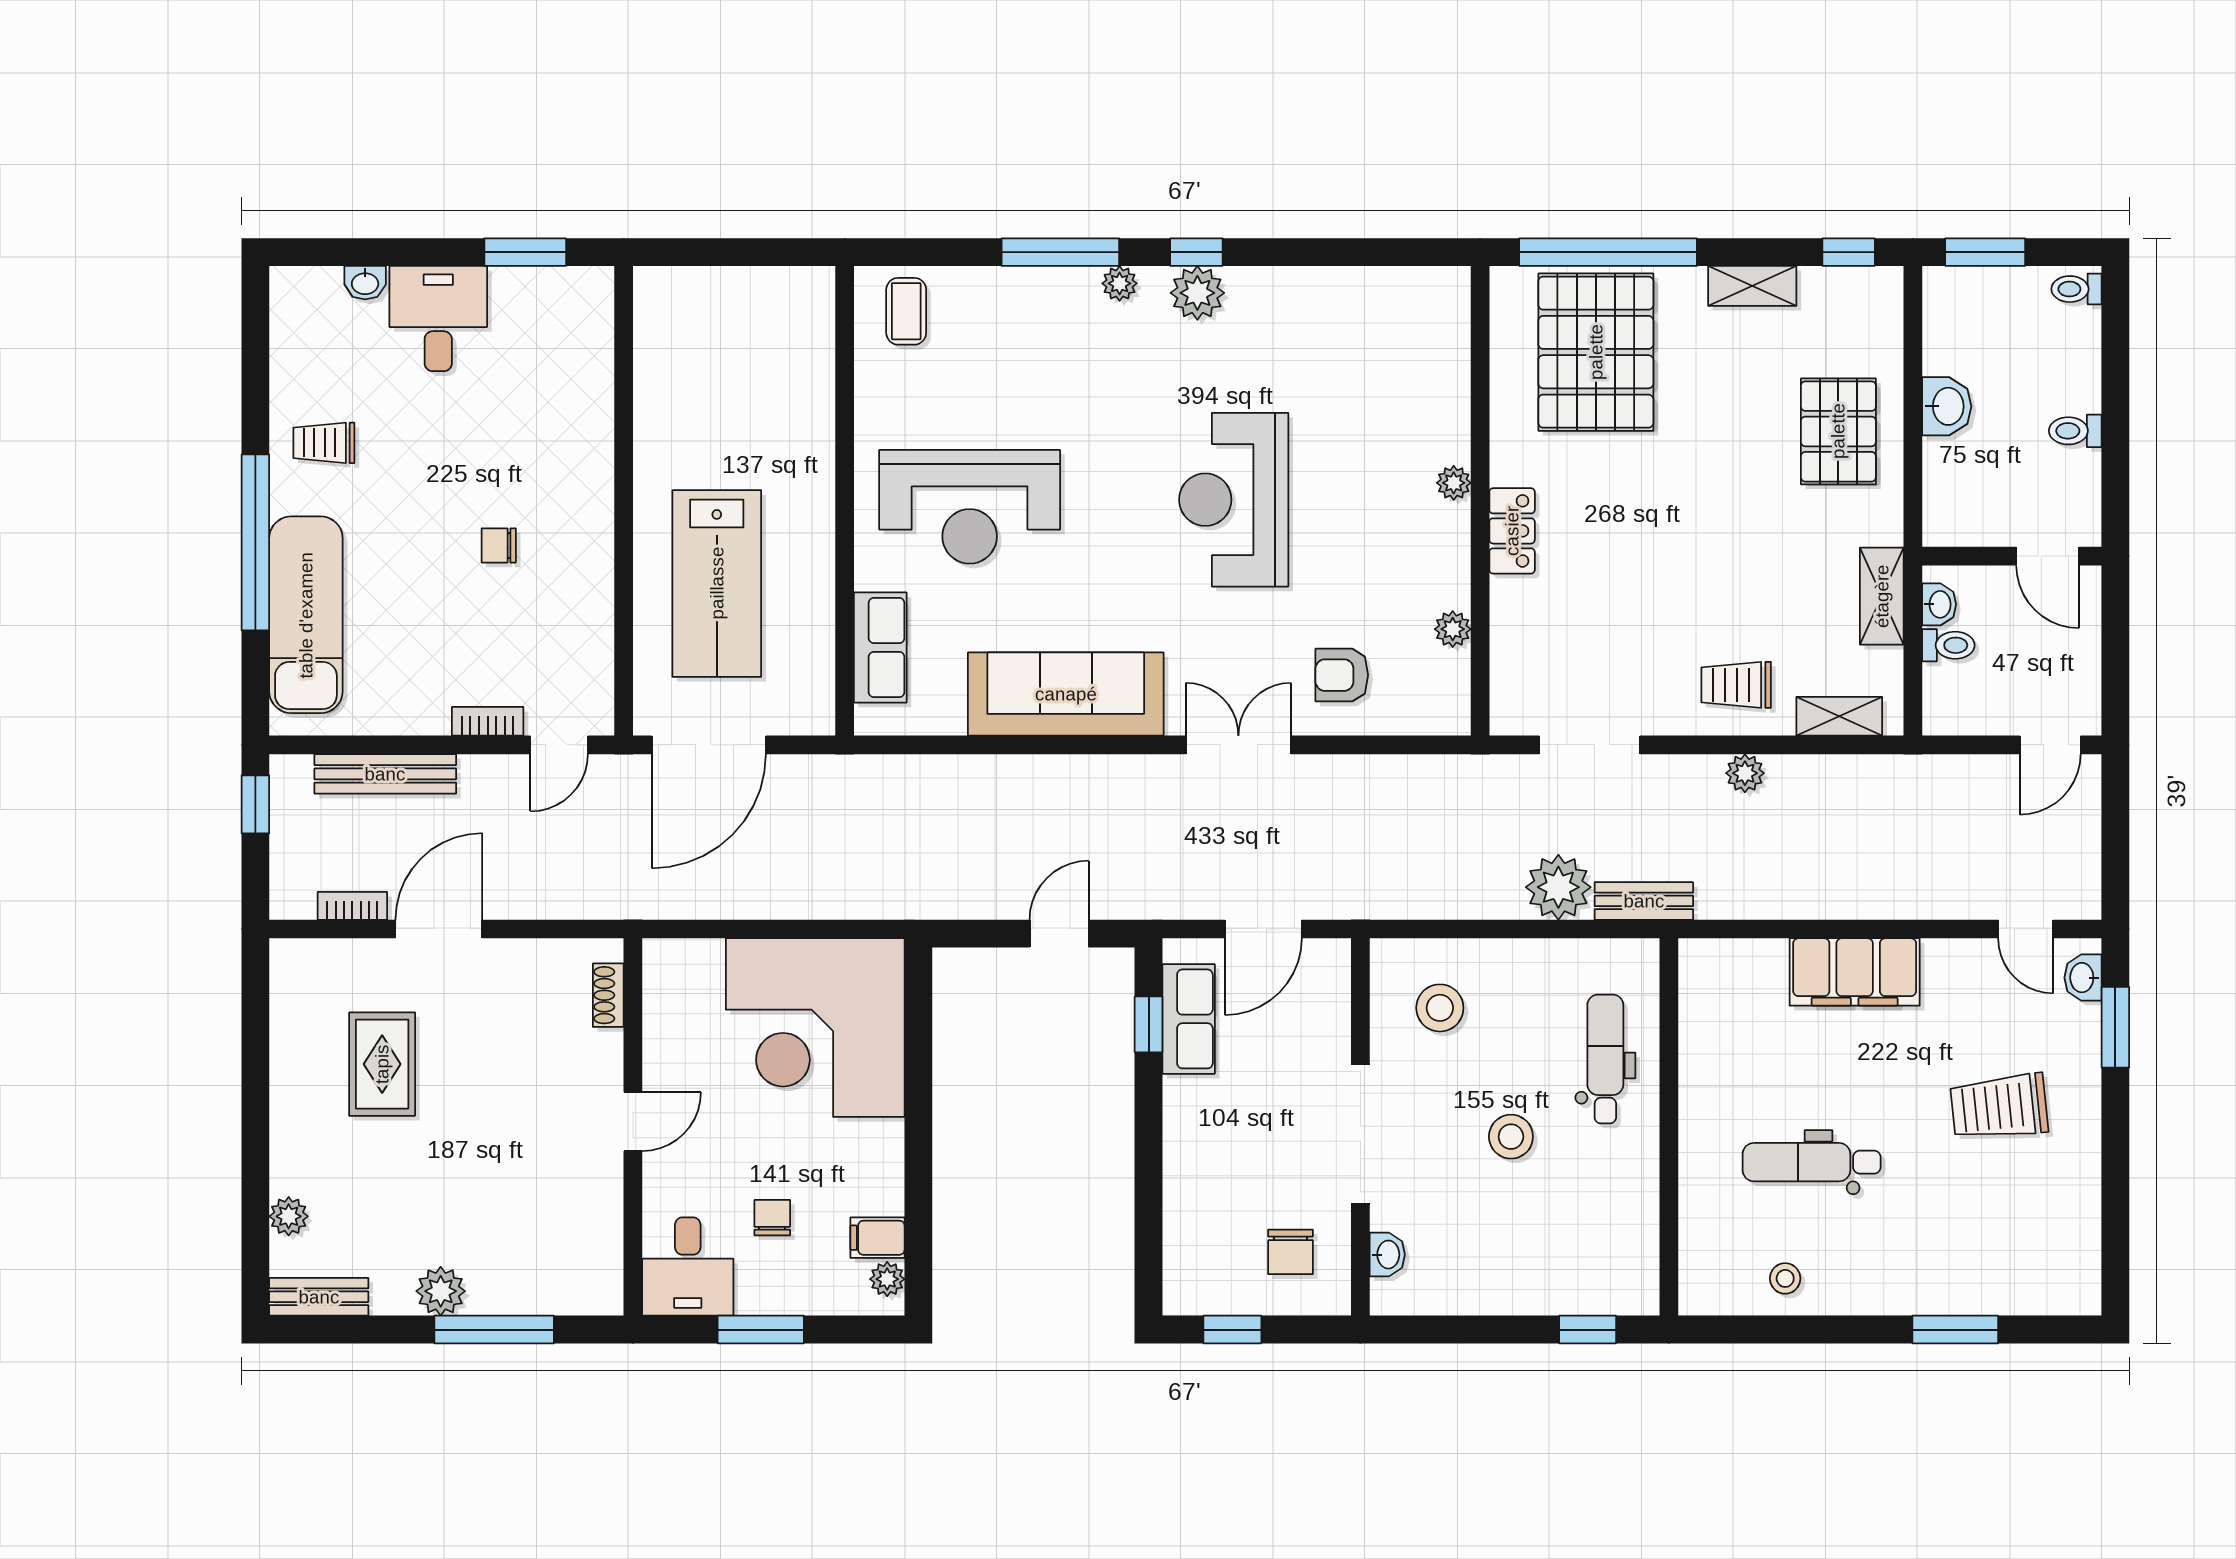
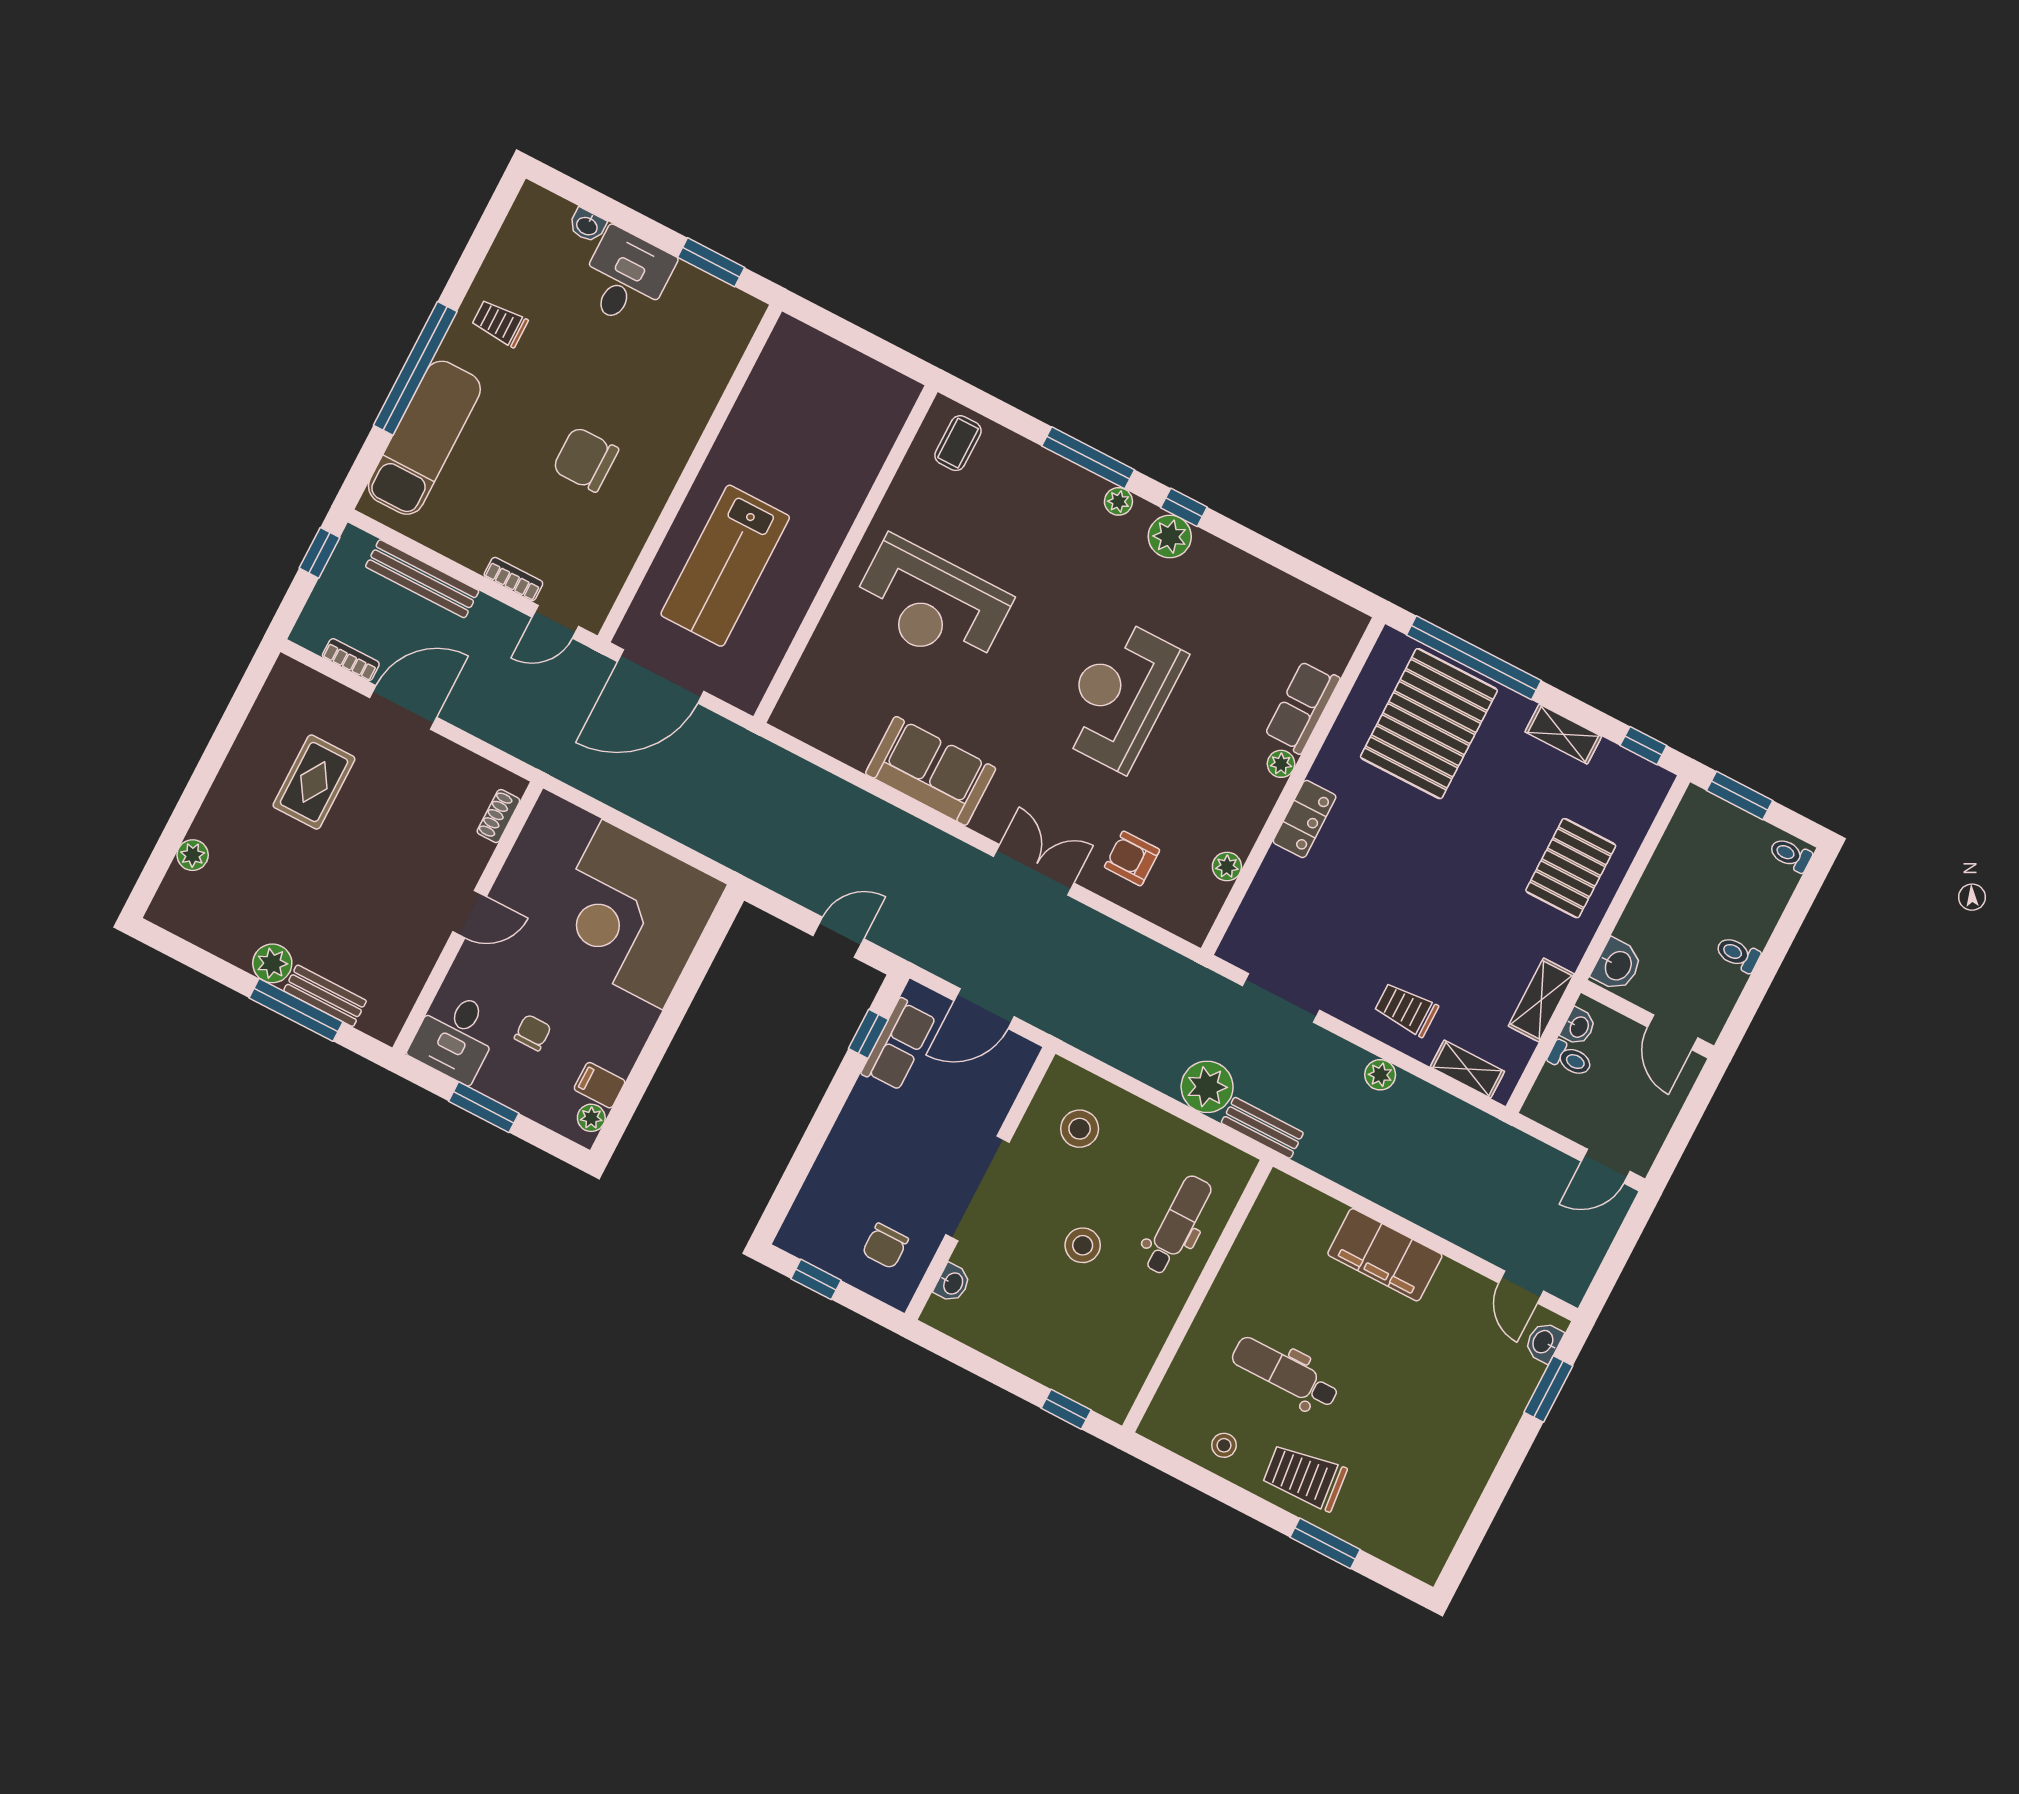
washbasin: (1947, 406) -> (1617, 965), moved
chair: (499, 545) -> (585, 459), width x1.87, depth x1.87
row of seats: (880, 648) -> (1302, 707), moved, turned 180
sofa: (1066, 694) -> (931, 771), width x0.73
trolley: (1999, 1107) -> (1305, 1477), moved
bench: (319, 1297) -> (325, 996), moved

